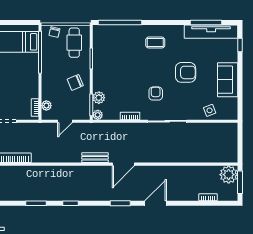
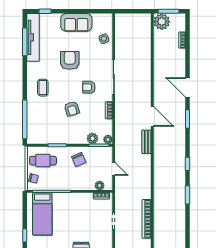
armchair: (132, 75) -> (72, 109), added

